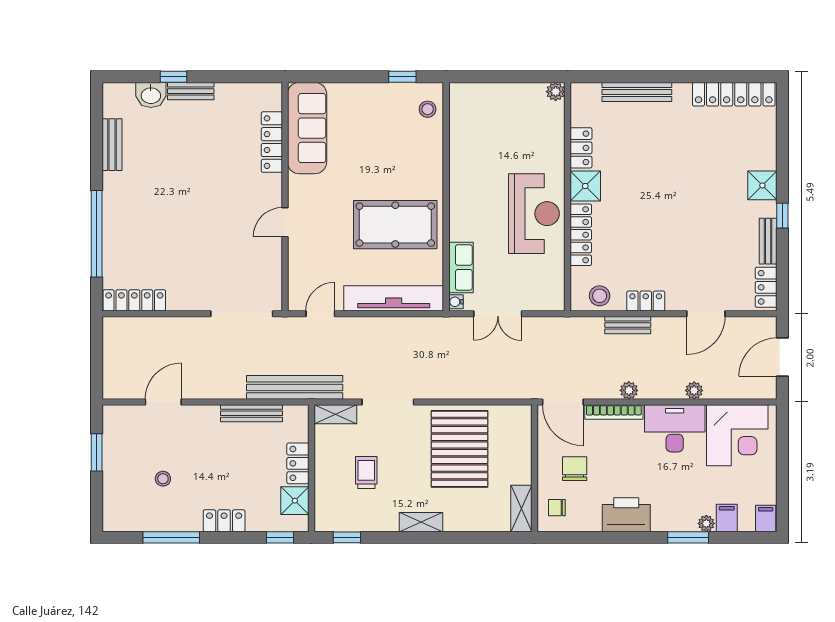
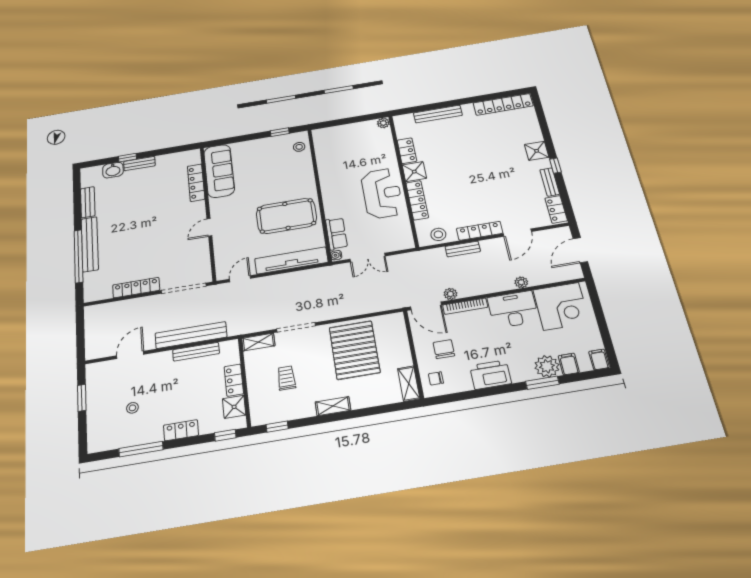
bench: (113, 217) -> (90, 244), added
locker: (134, 300) -> (136, 288), moved
locker: (646, 301) -> (480, 231), width x1.53
bench: (295, 387) -> (191, 335), moved
plant: (629, 390) -> (450, 294), moved
plant: (706, 523) -> (547, 366), width x1.87, depth x1.87

